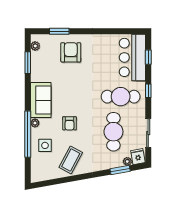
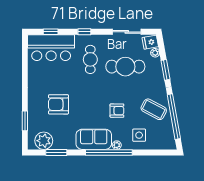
plant: (35, 46) -> (44, 141), width x1.87, depth x1.87
armchair: (71, 52) -> (58, 104), moved
cafe table: (121, 97) -> (90, 59), width x0.73, depth x0.74
window: (28, 134) -> (109, 152), moved
window: (120, 170) -> (165, 70), moved
window: (63, 180) -> (174, 117), added

